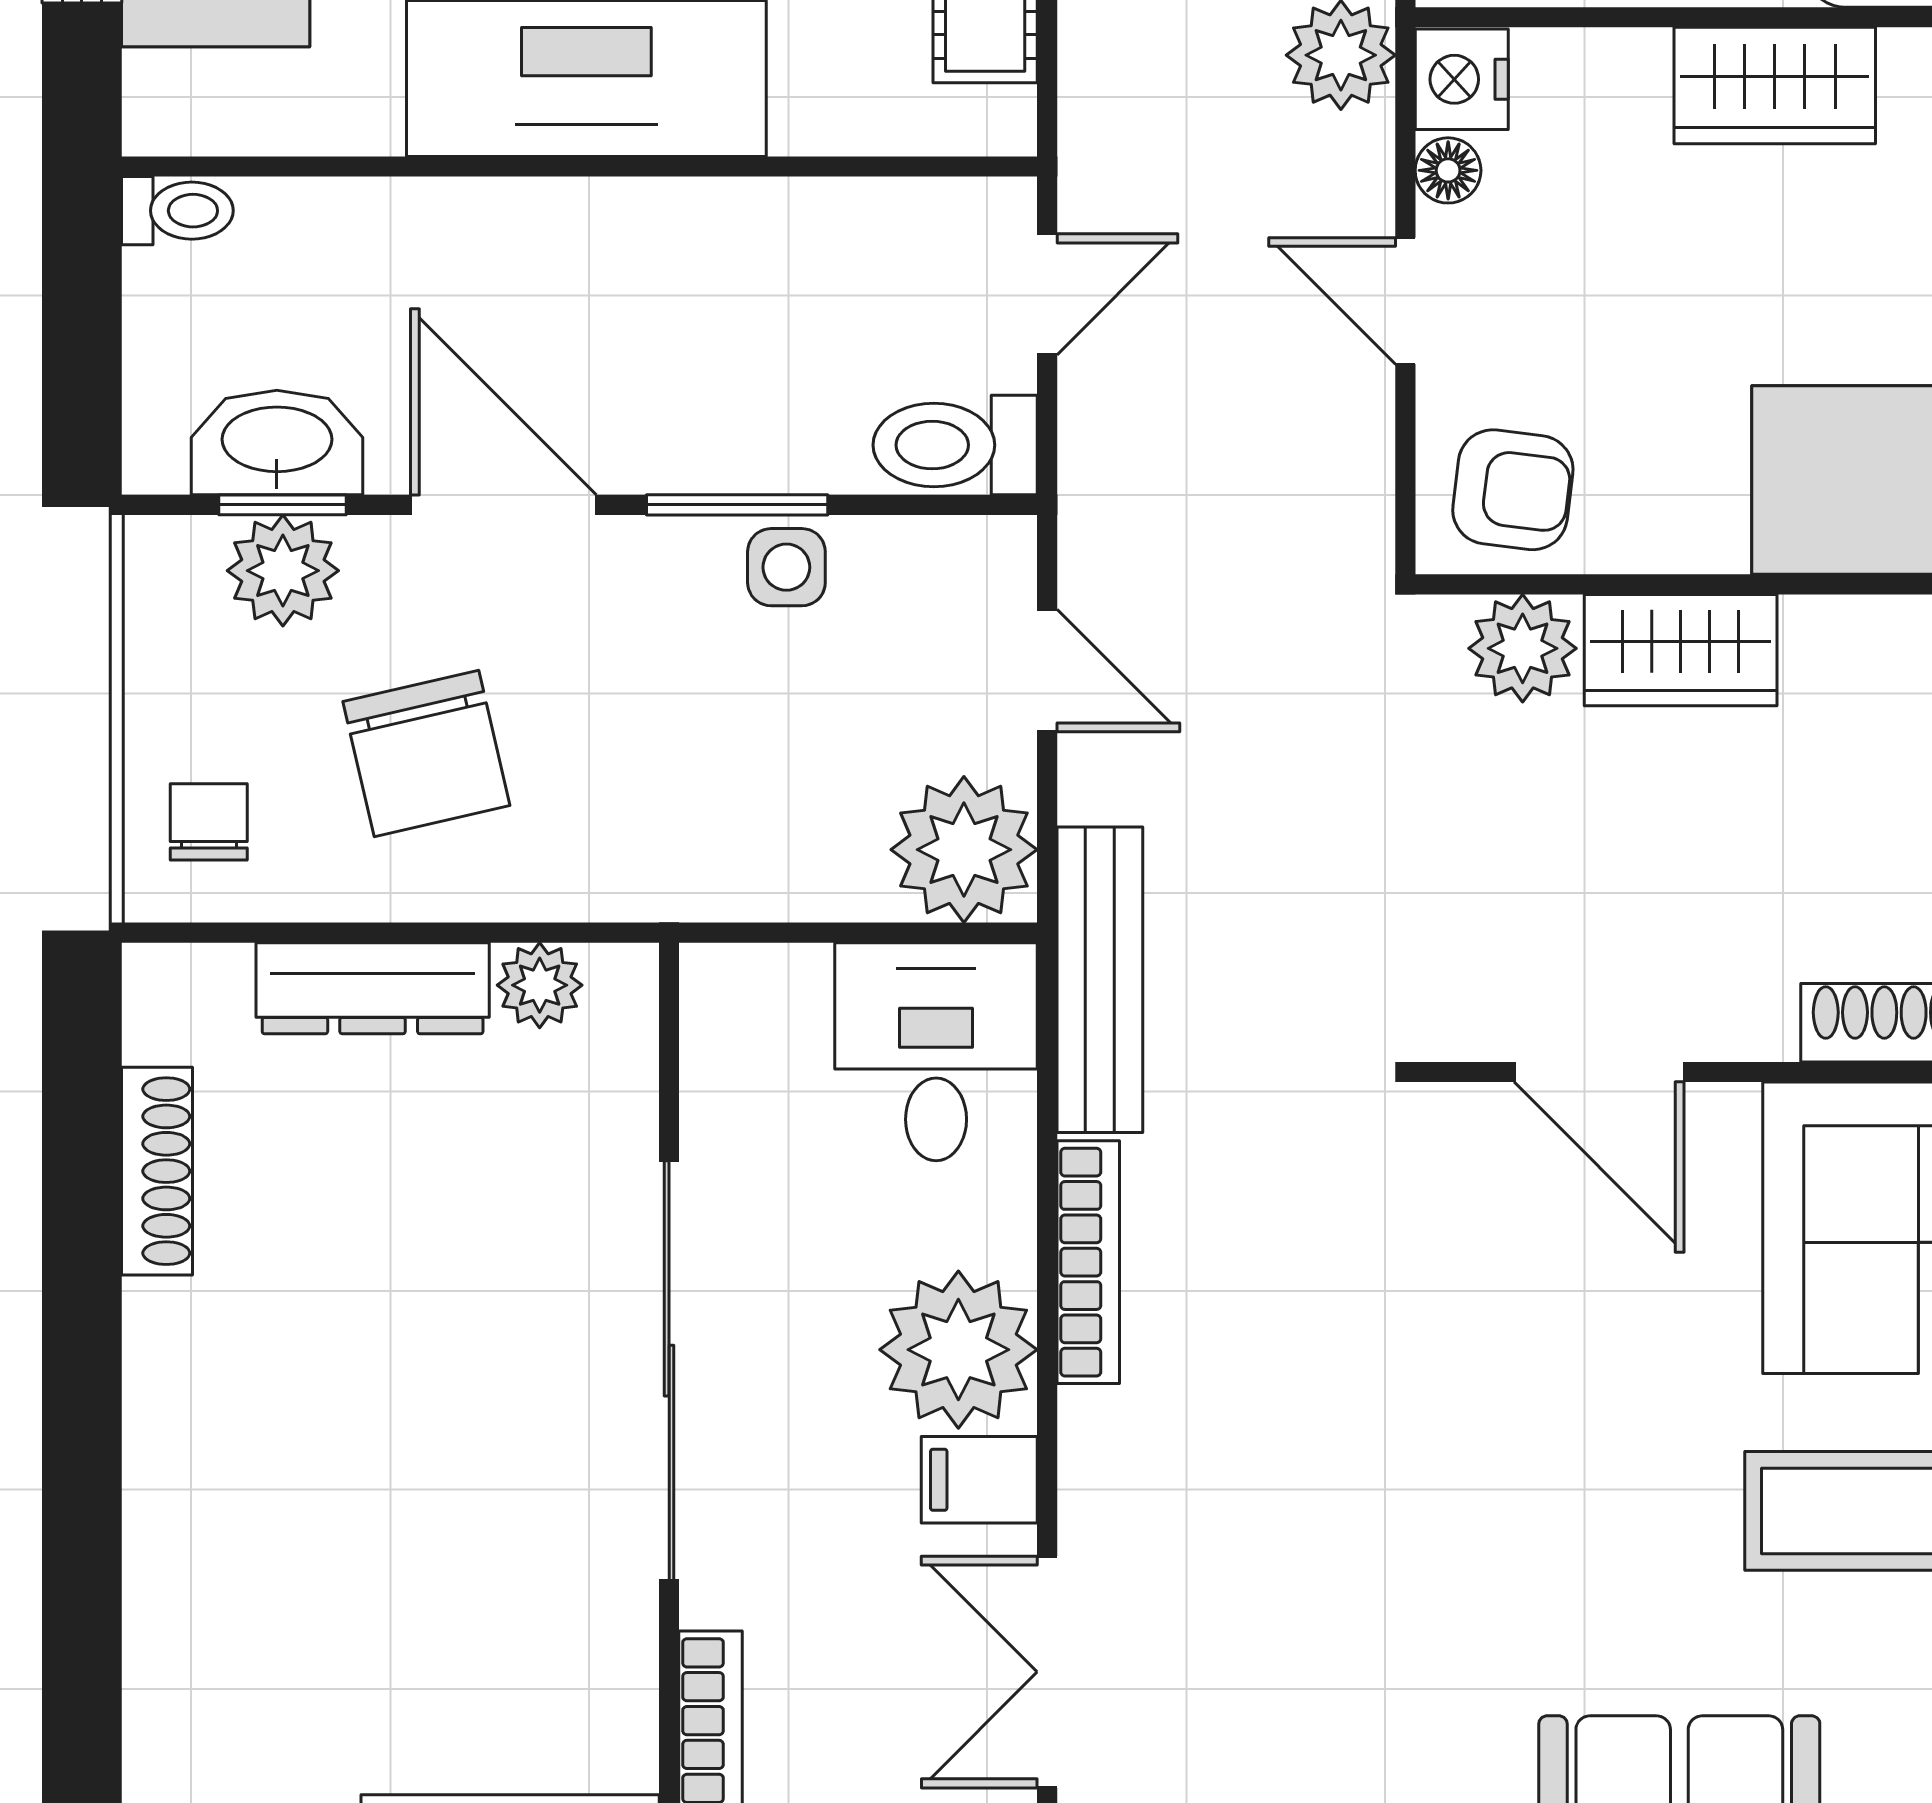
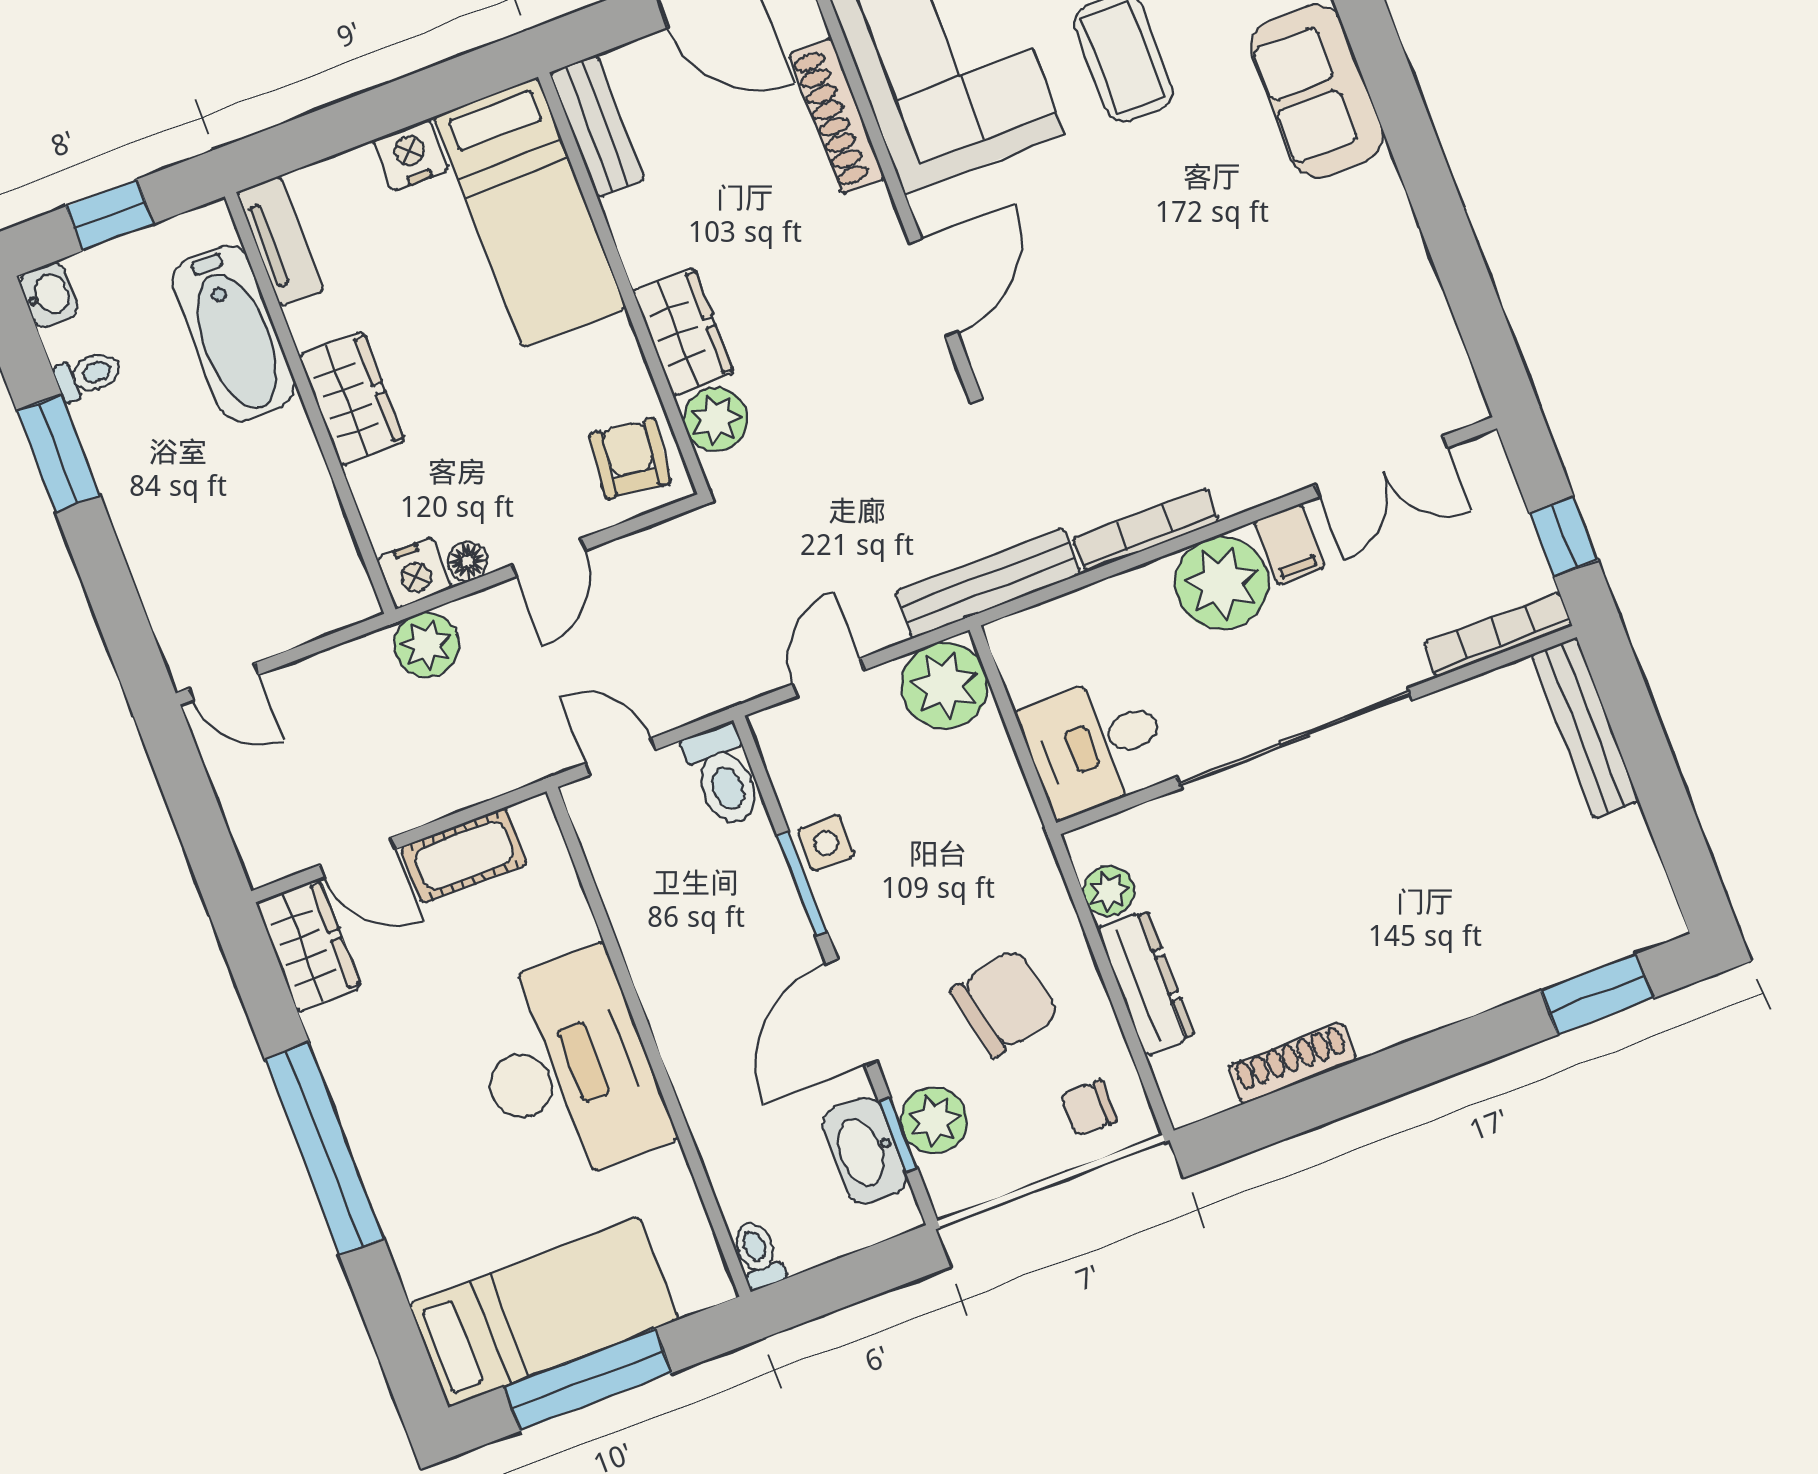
desk: (936, 1052) -> (1095, 744), moved
window: (82, 1694) -> (1597, 994), added

